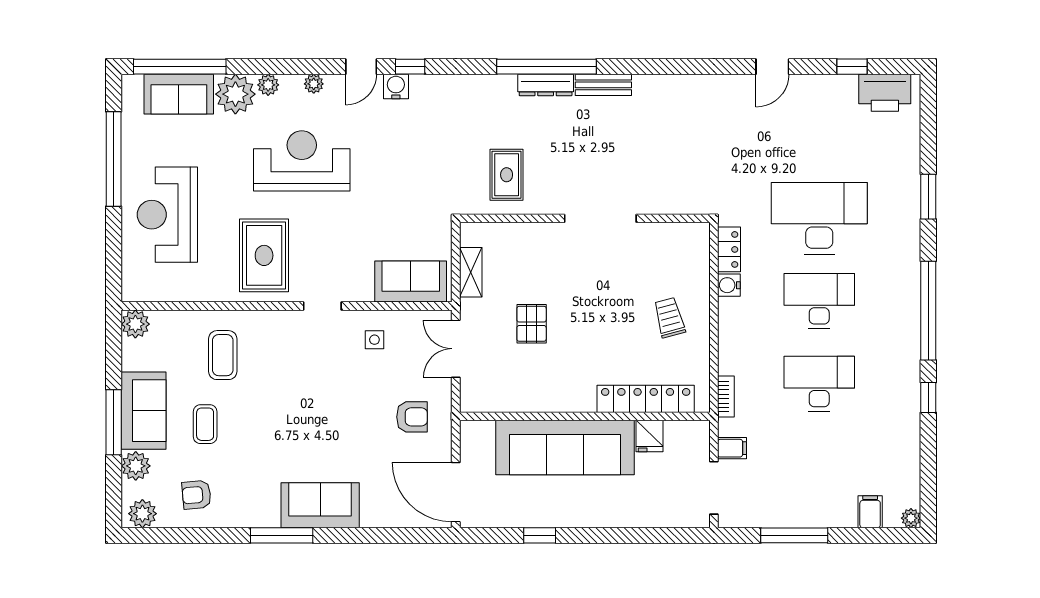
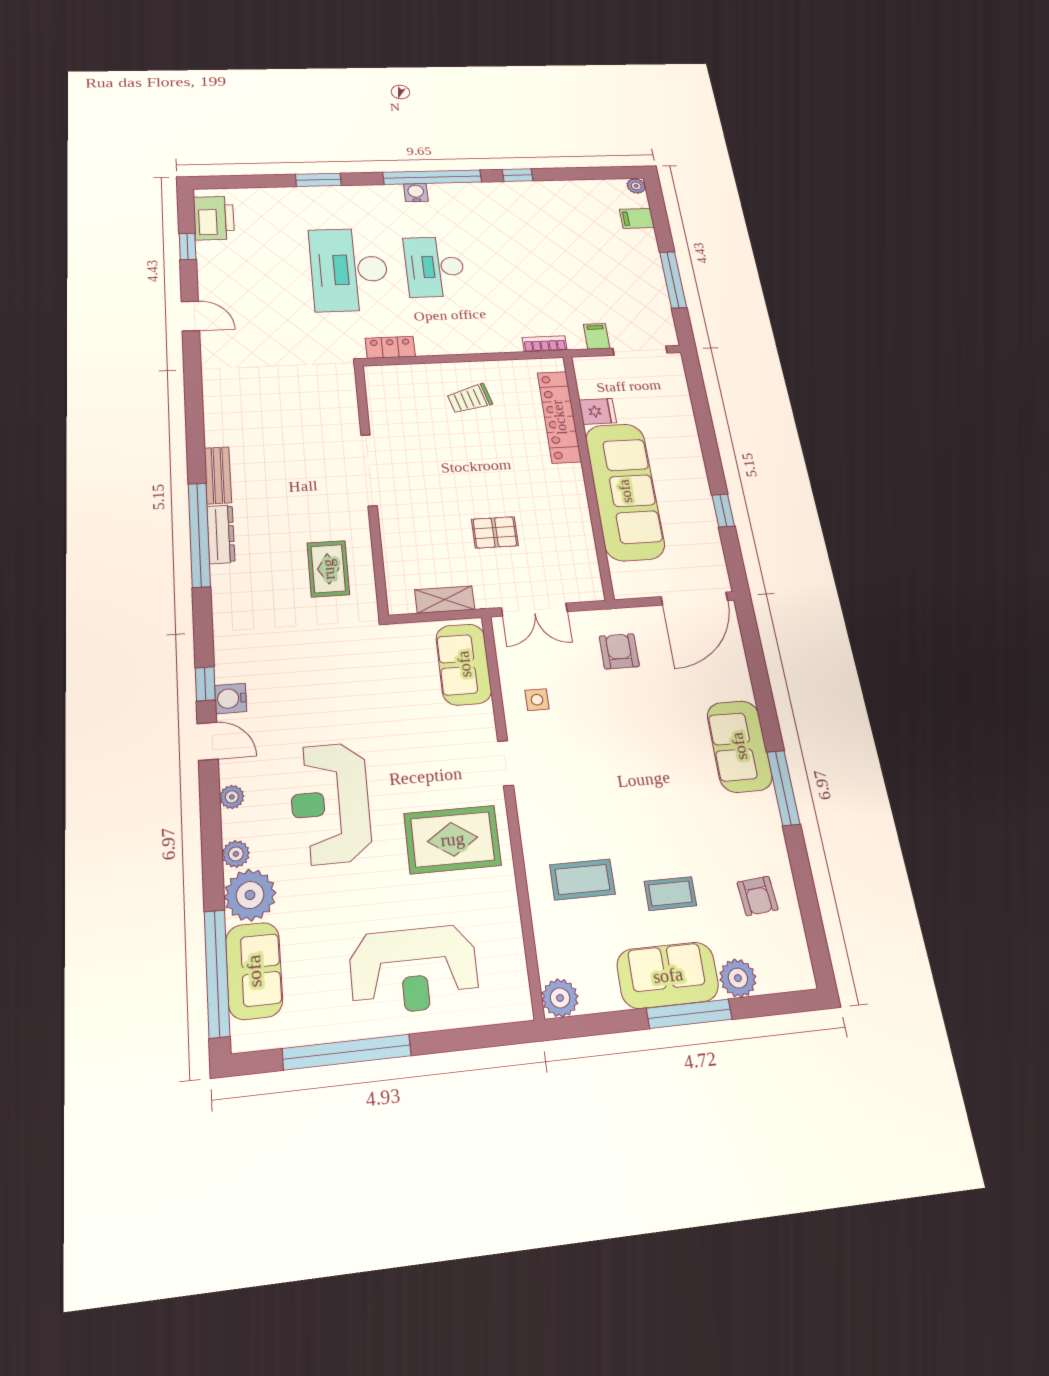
rug: (507, 175) -> (328, 569), turned 90
water cooler: (729, 285) -> (416, 193), moved, turned 180
desk: (819, 384) -> (518, 264), removed
plant: (142, 514) -> (795, 963), removed

